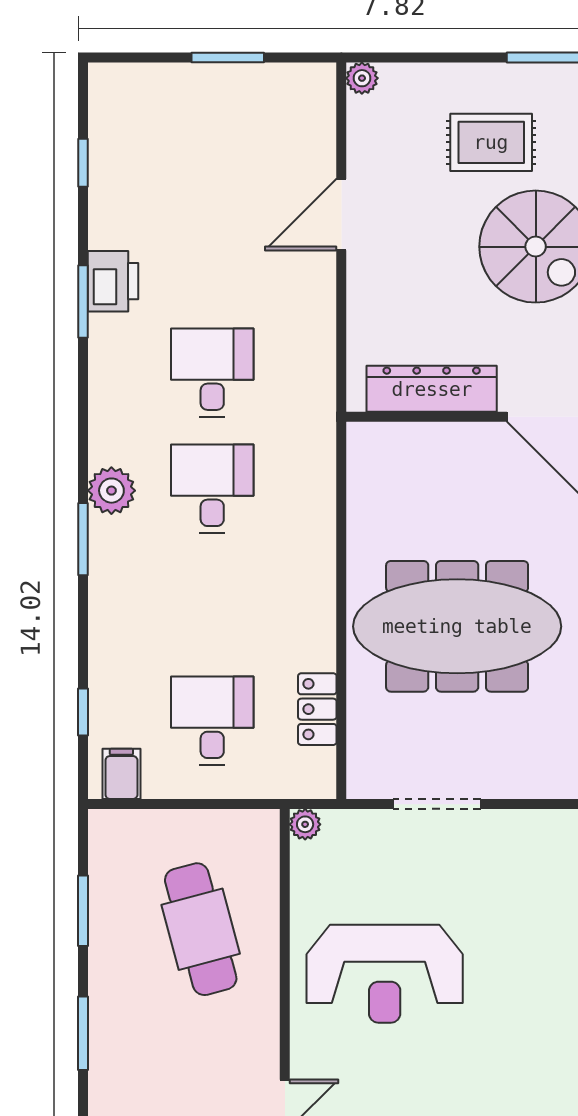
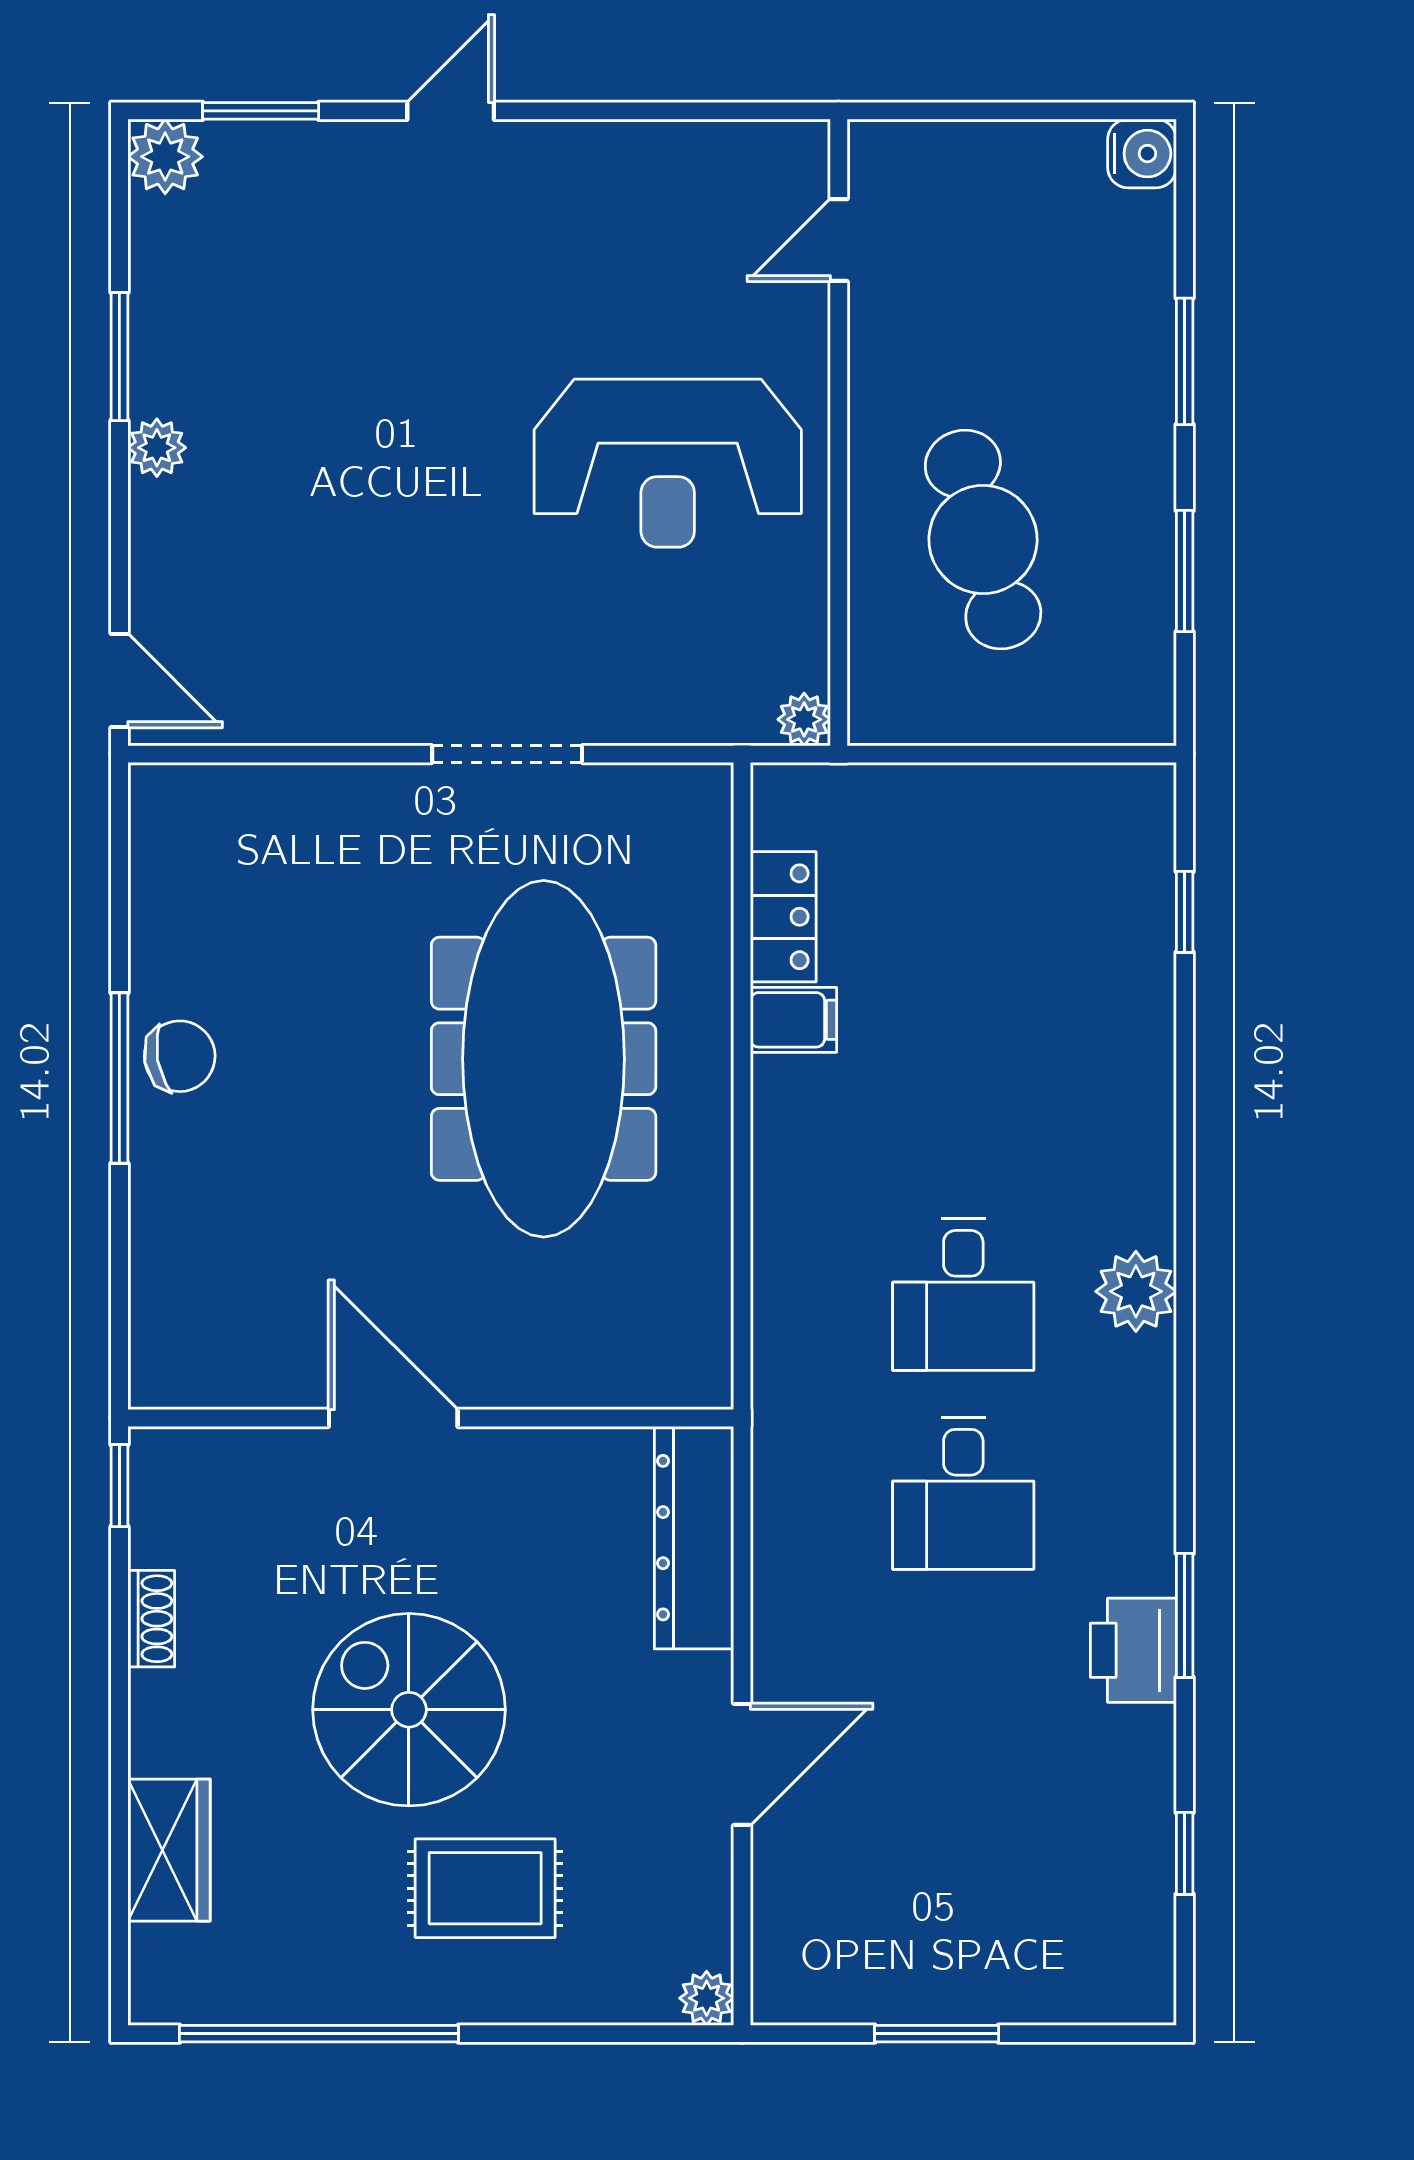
dresser: (432, 389) -> (694, 1538), moved, turned 90
window: (83, 539) -> (1185, 1208), removed
meeting table: (457, 626) -> (544, 1059), turned 90
desk: (212, 721) -> (963, 897), removed
filing cabinet: (121, 774) -> (793, 1020), moved, turned -90
doorway: (437, 804) -> (507, 754), moved
reception desk: (385, 974) -> (668, 463), turned 180

